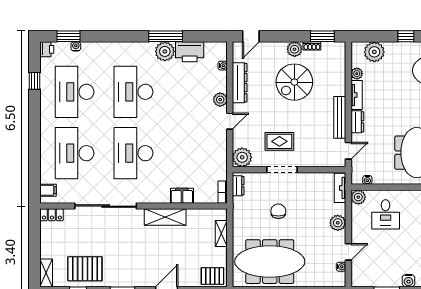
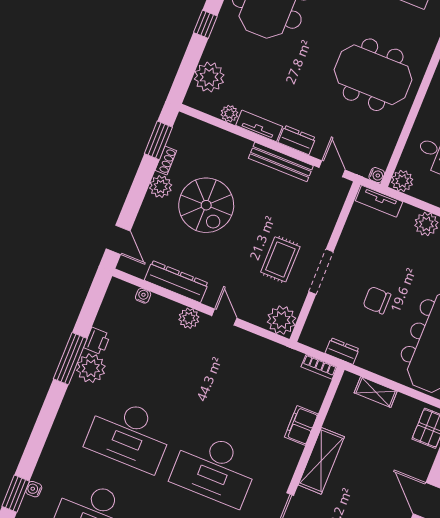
printer: (190, 52) -> (97, 341), width x0.53, depth x0.68
water cooler: (367, 180) -> (377, 175), moved
dresser: (238, 186) -> (342, 351), moved

